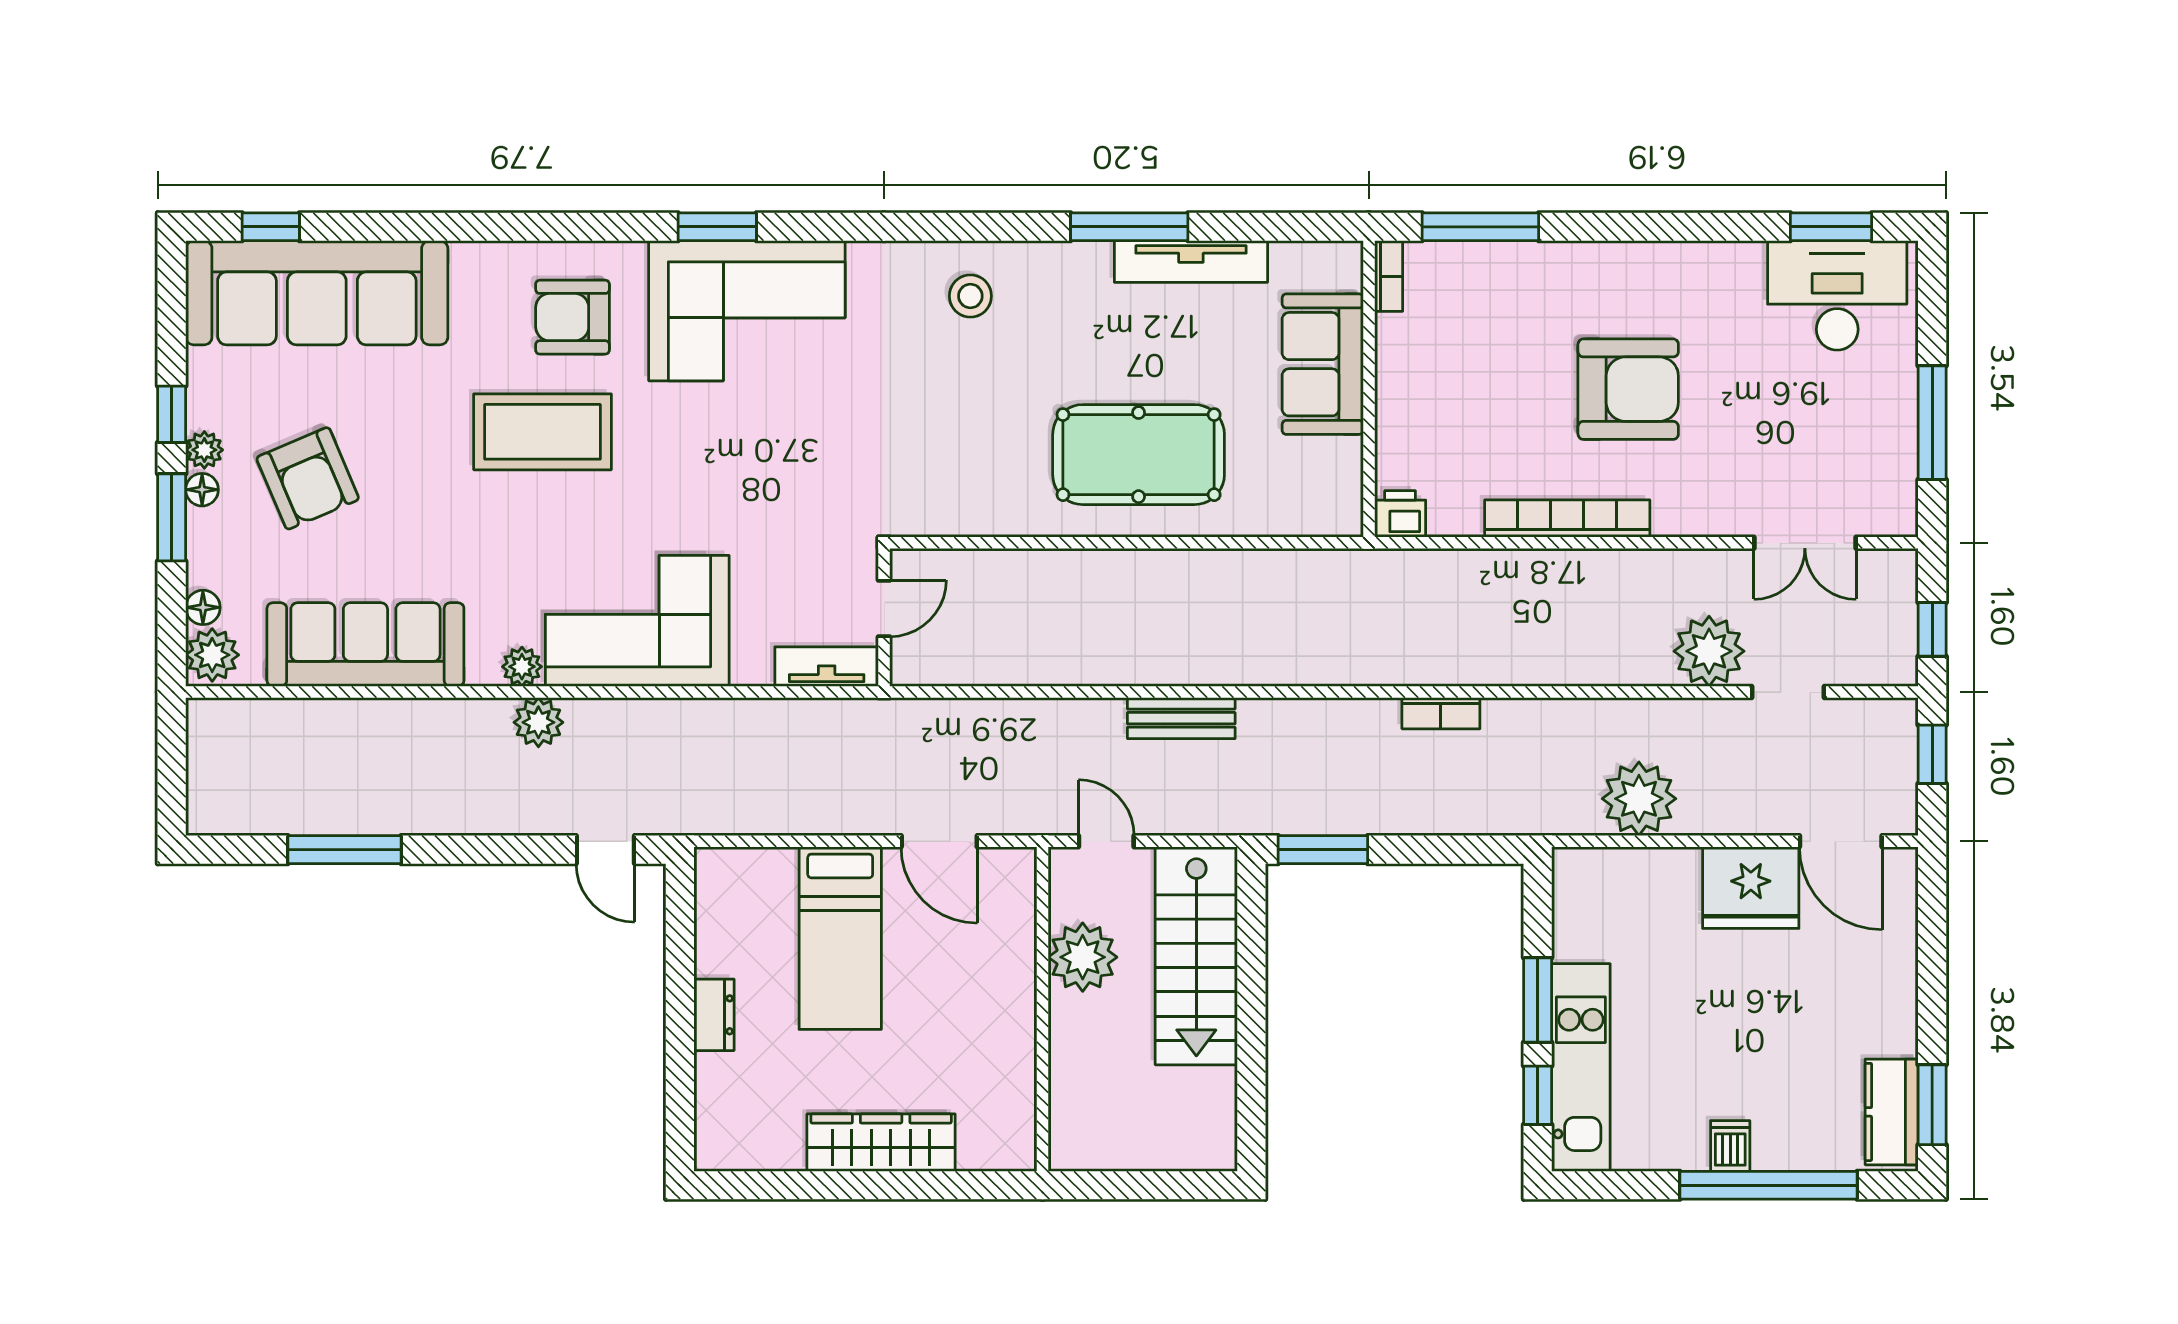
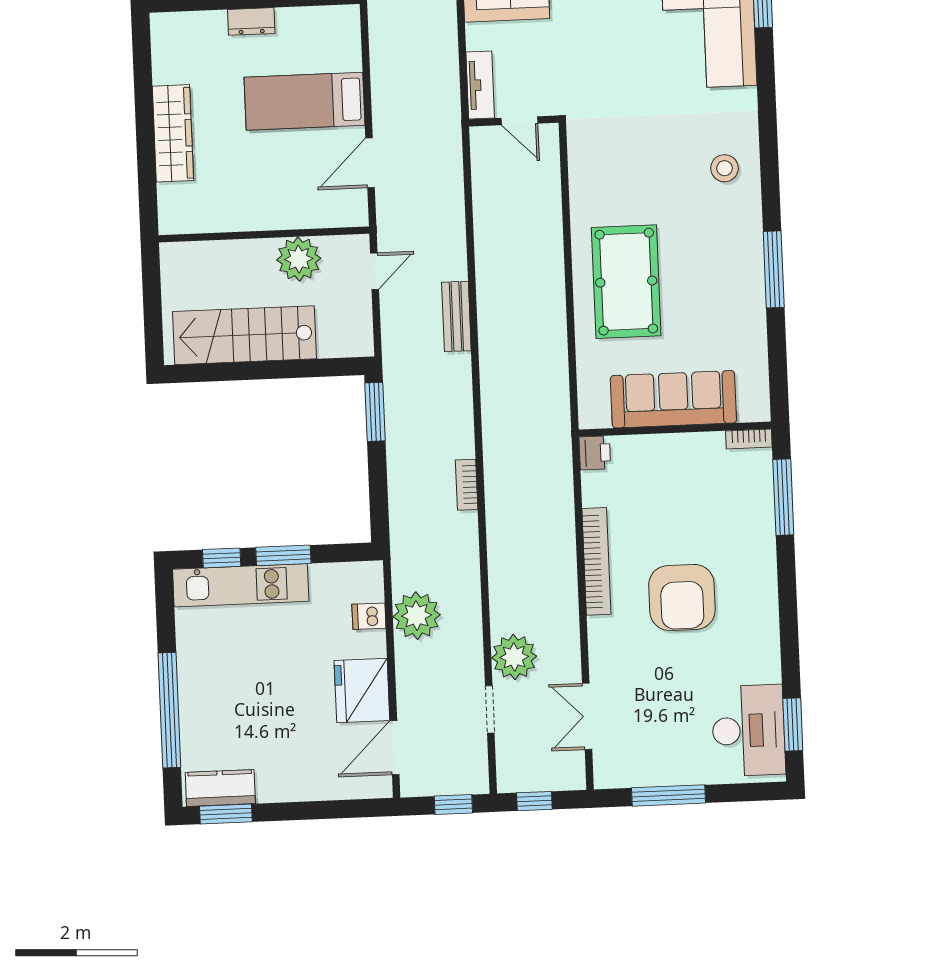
tv unit: (1191, 262) -> (753, 310), removed
sofa: (1323, 364) -> (673, 399), width x1.36
stairs: (1196, 956) -> (245, 335), moved
dishwasher: (1730, 1146) -> (369, 616), moved, turned 180

